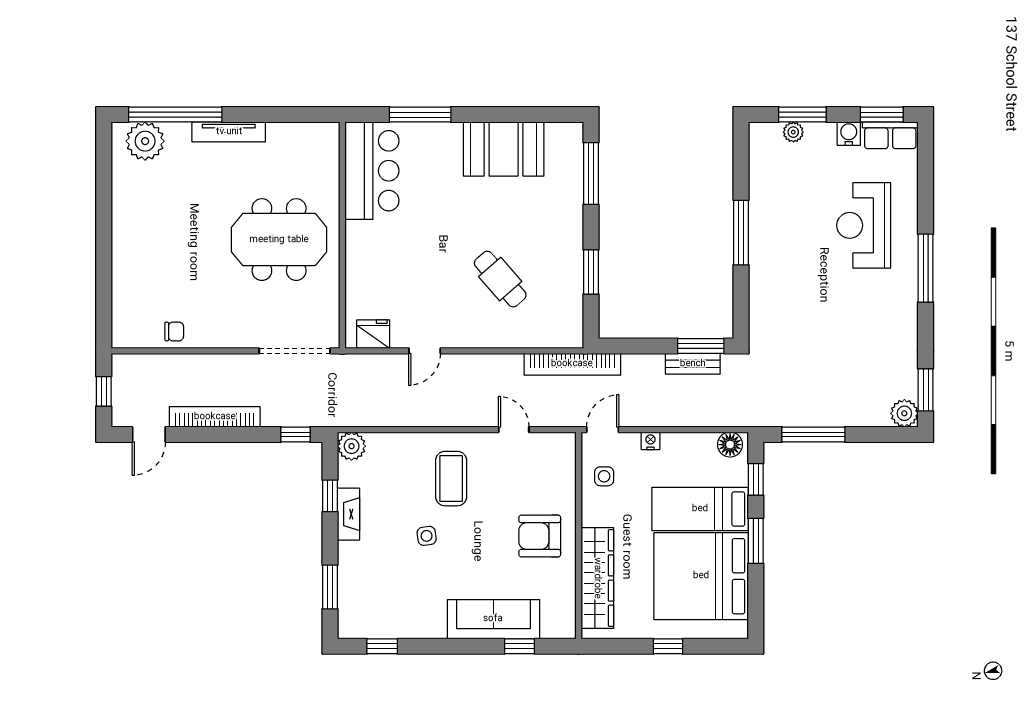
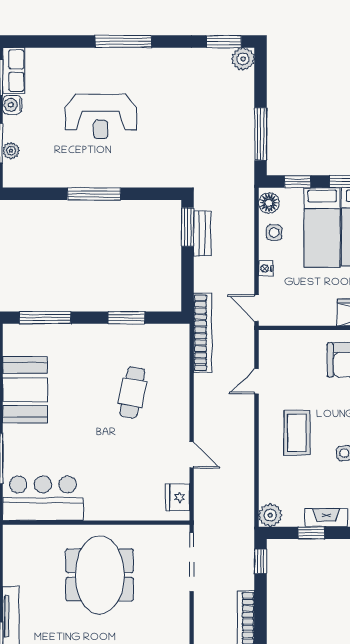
reception desk: (864, 225) -> (101, 116), moved
cafe table: (500, 279) -> (132, 392), turned -38
side table: (604, 476) -> (274, 233), moved
coffee table: (451, 479) -> (297, 433), turned 90

